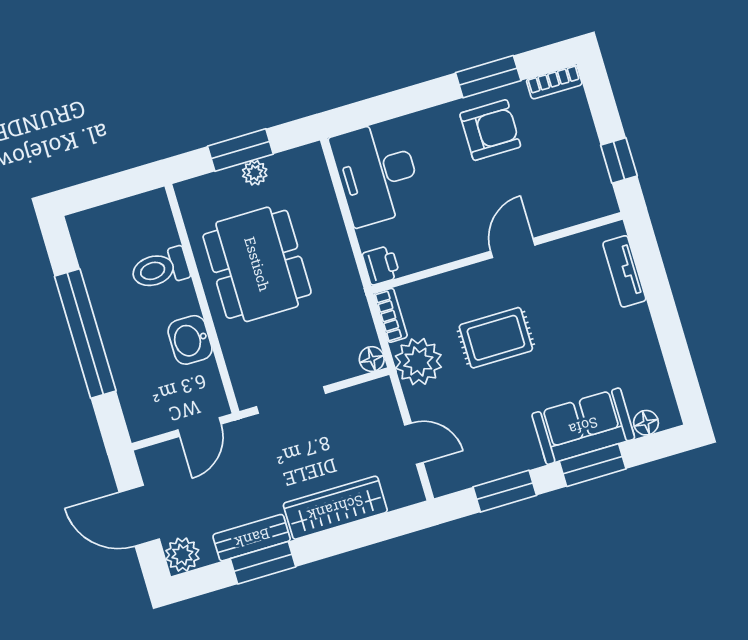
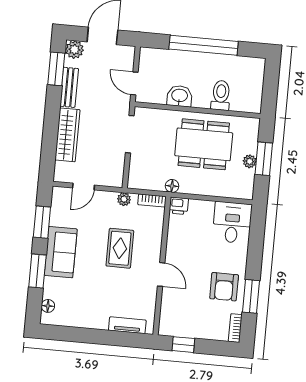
desk: (377, 173) -> (232, 222), width x0.73
floor lamp: (372, 359) -> (172, 186), moved
plant: (418, 362) -> (124, 199), width x0.53, depth x0.53
sofa: (583, 426) -> (61, 252), moved
window: (263, 563) -> (56, 69), moved

